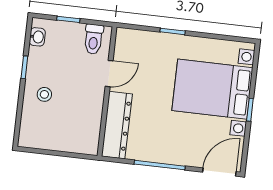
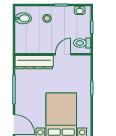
door: (109, 74) -> (63, 54), swing flipped
bidet: (40, 135) -> (23, 18), added

